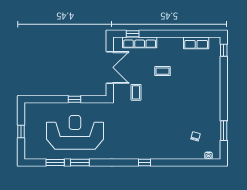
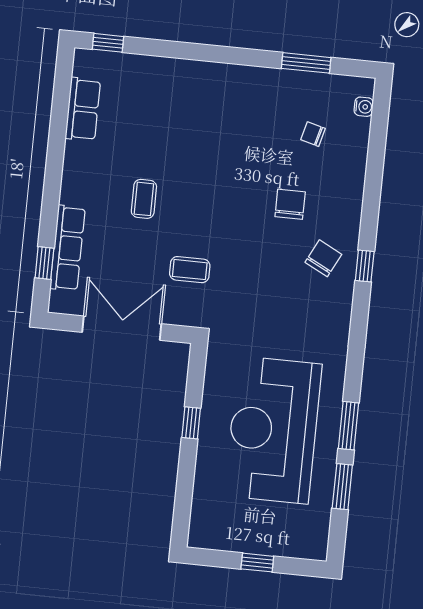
chair: (166, 130) -> (290, 204), added
chair: (146, 146) -> (323, 258), added

